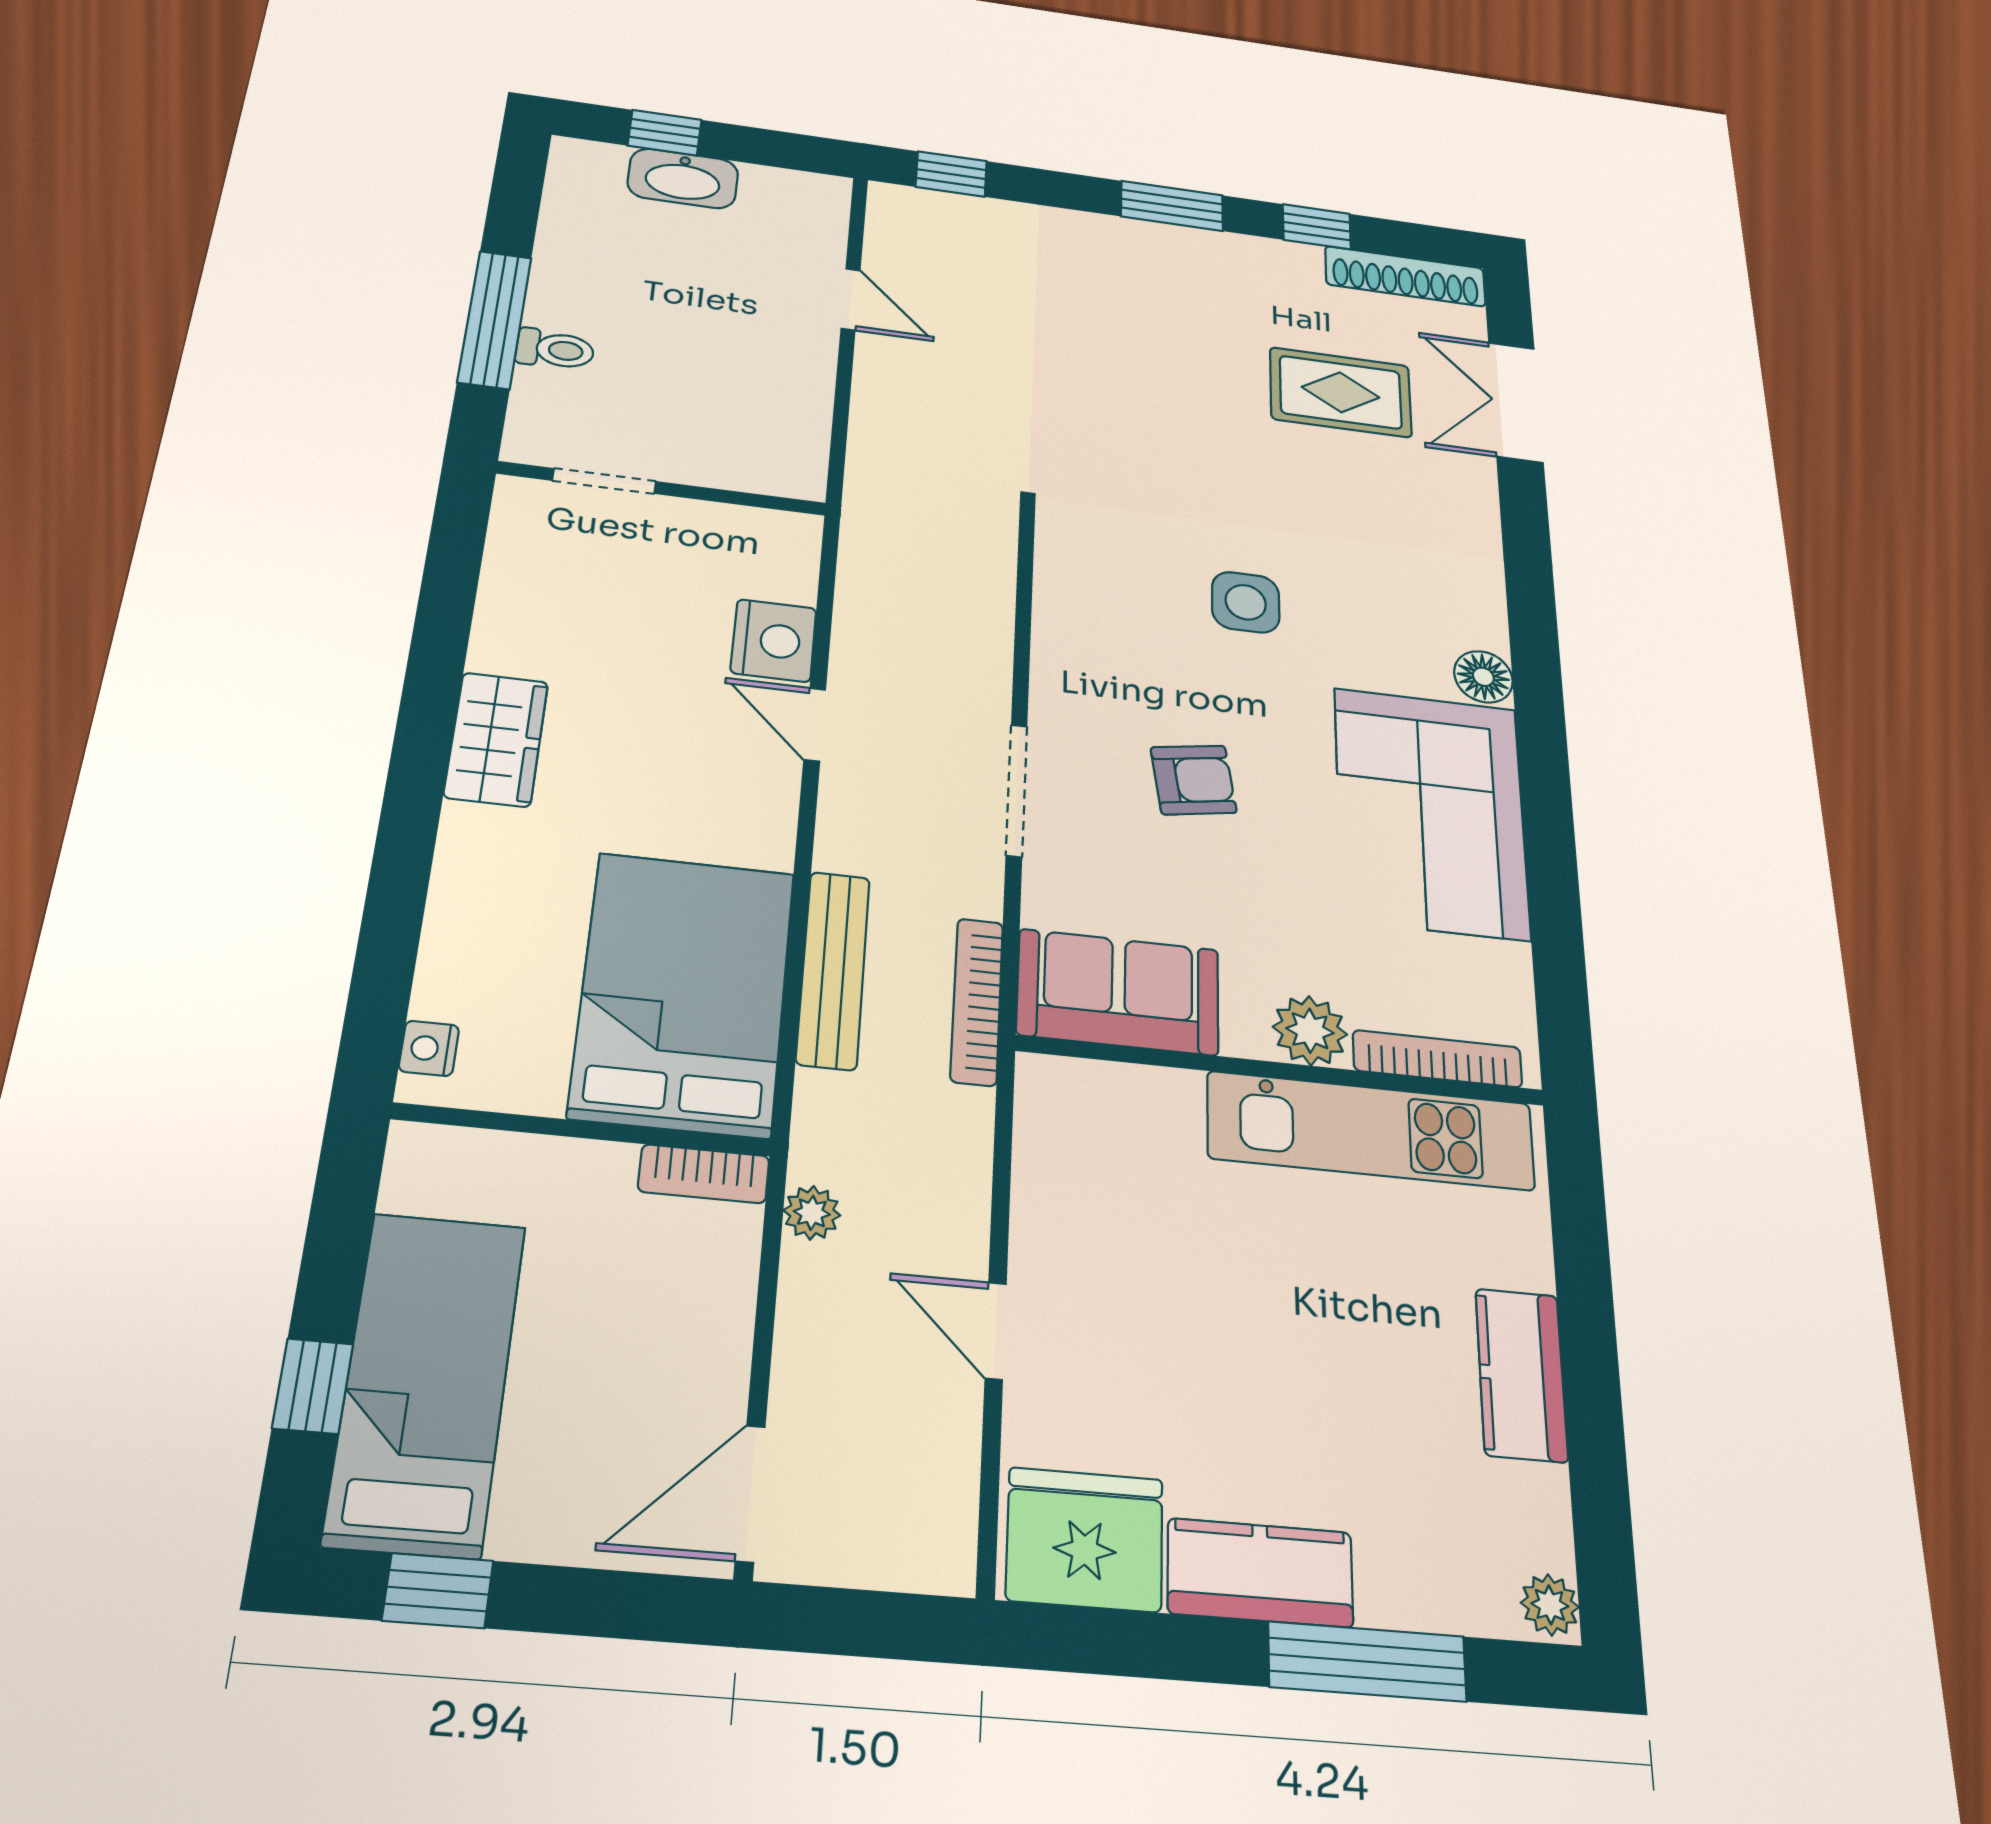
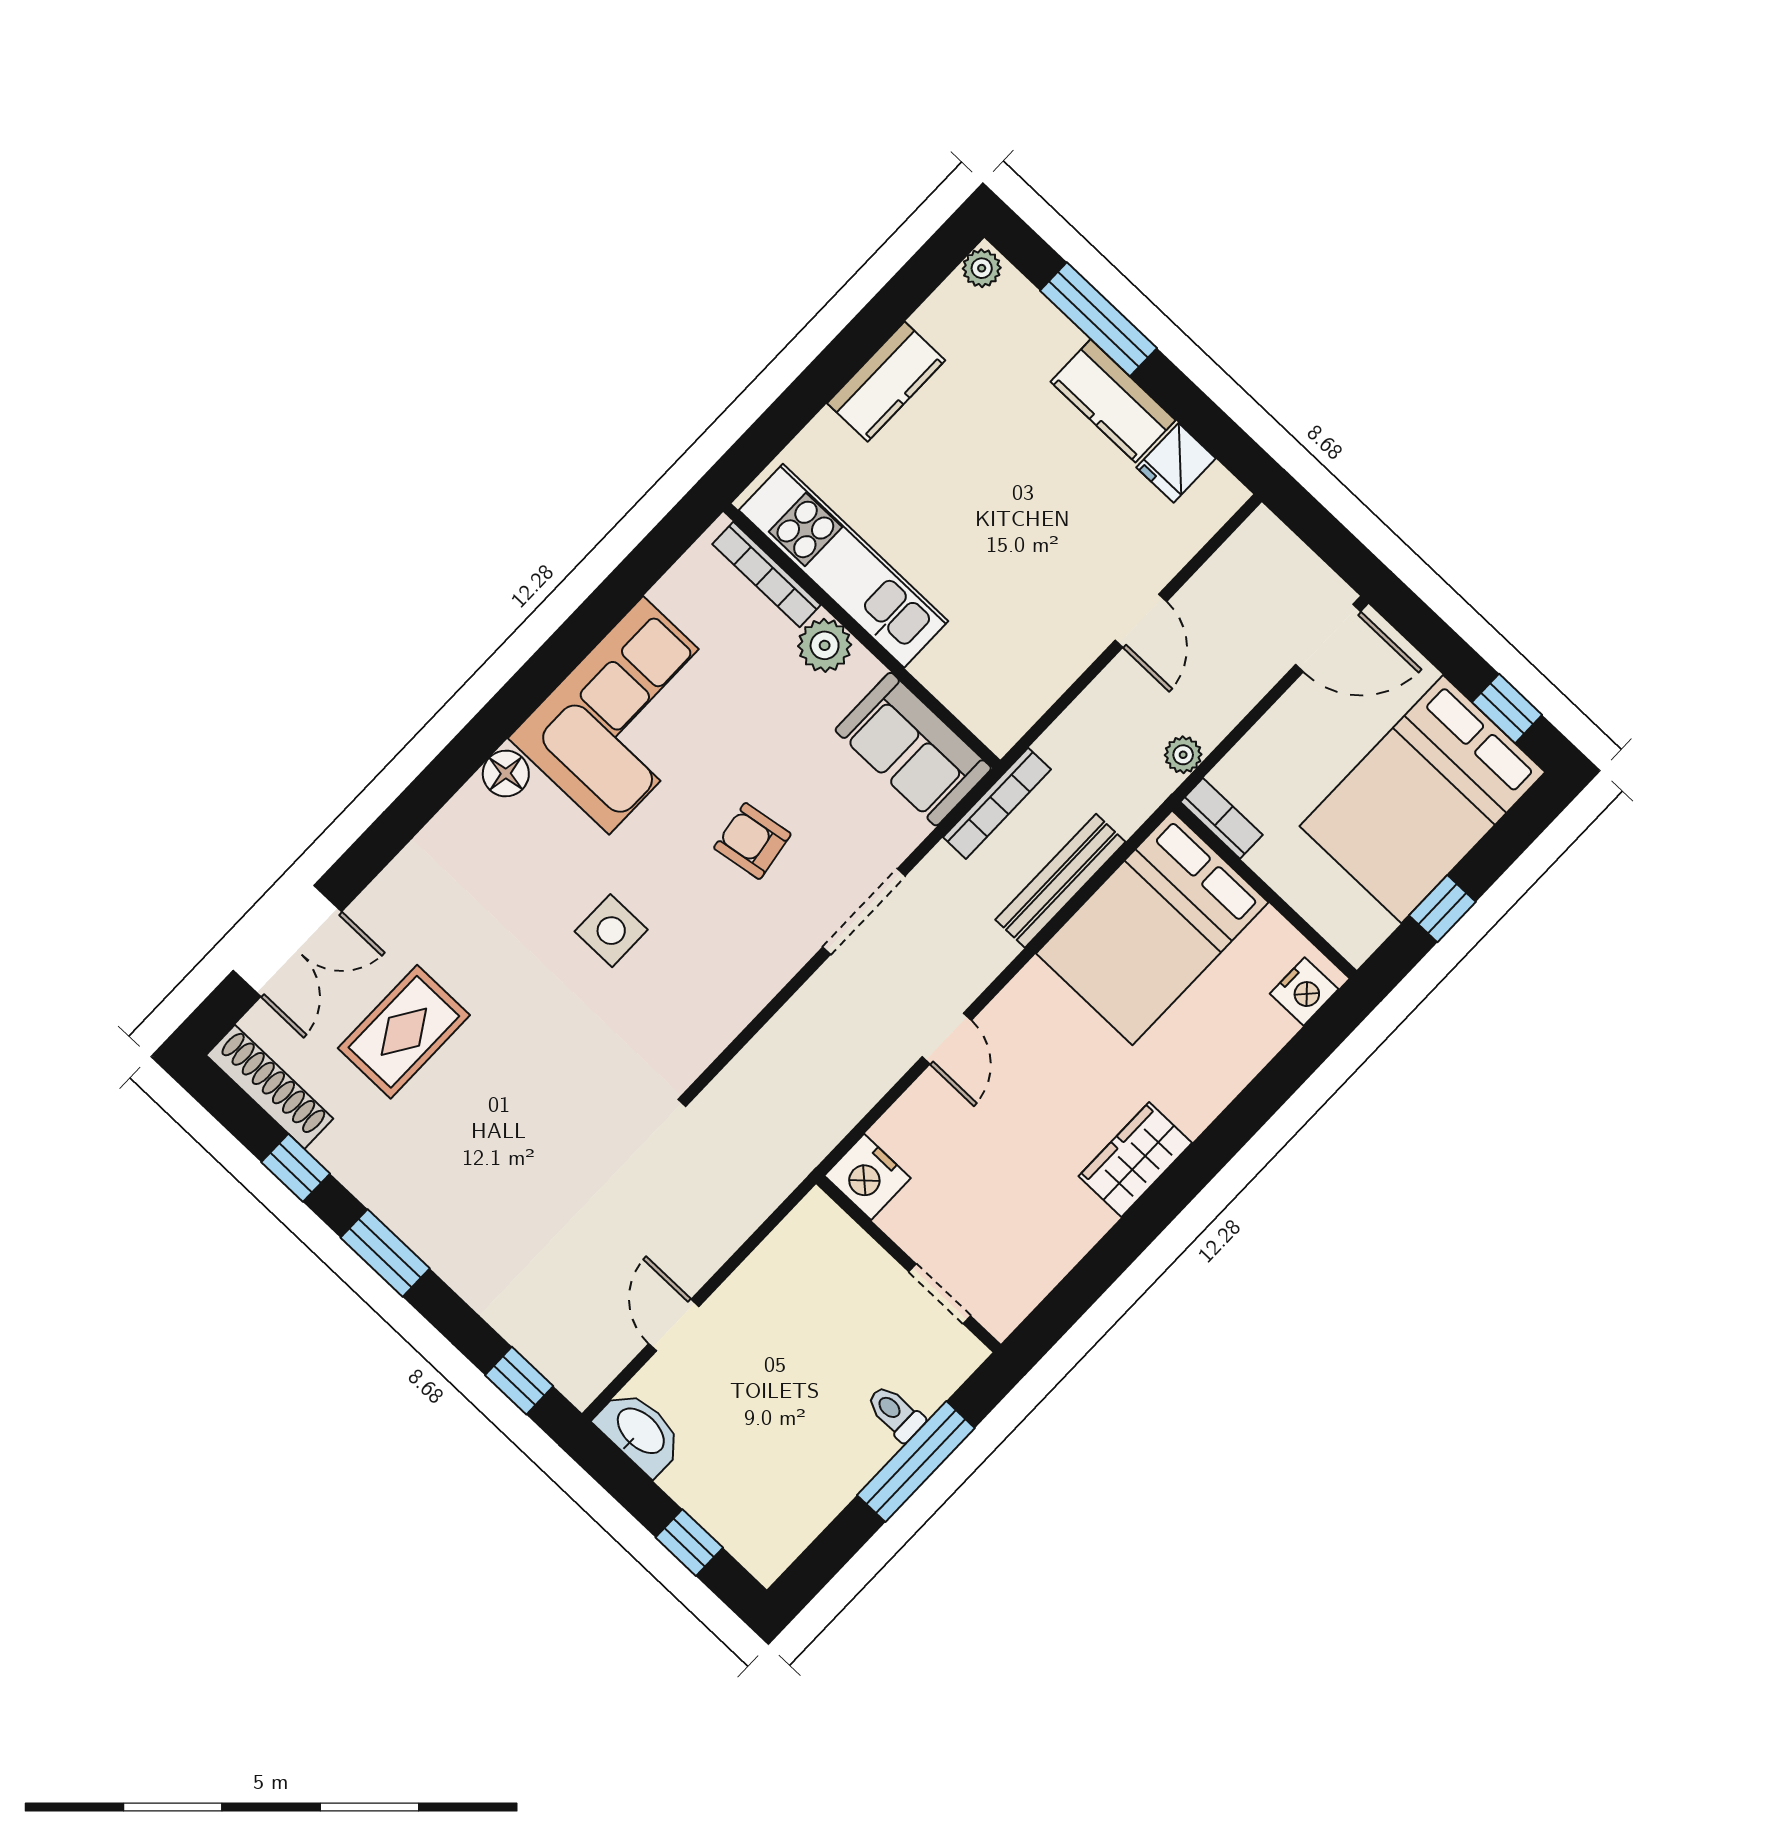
washbasin: (683, 178) -> (640, 1432), moved
rug: (1341, 392) -> (404, 1032), turned 90
nightstand: (774, 641) -> (868, 1177), moved, turned -90
nightstand: (429, 1048) -> (1304, 991), width x1.39, depth x1.35
bed: (426, 1382) -> (1422, 799), width x1.50
window: (313, 1386) -> (1442, 909), moved
fridge: (1085, 1539) -> (1176, 463), width x0.53, depth x0.75

